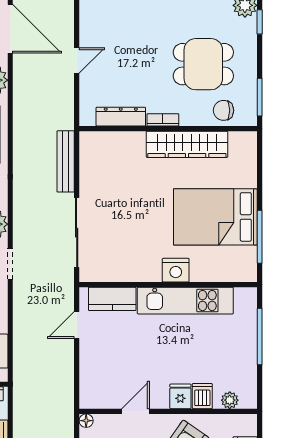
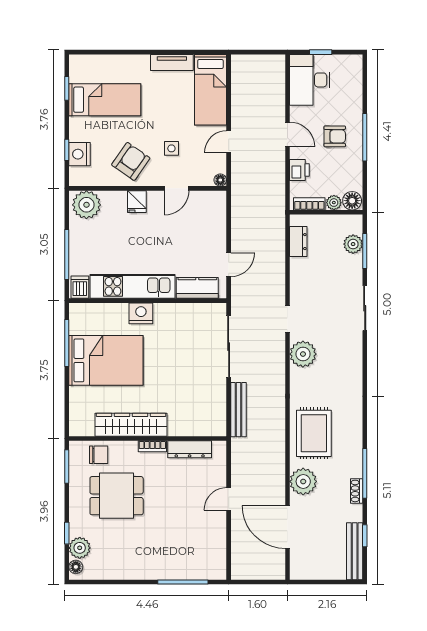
dishwasher: (202, 396) -> (80, 287), moved, turned 180
plant: (230, 400) -> (86, 205), width x1.87, depth x1.87

